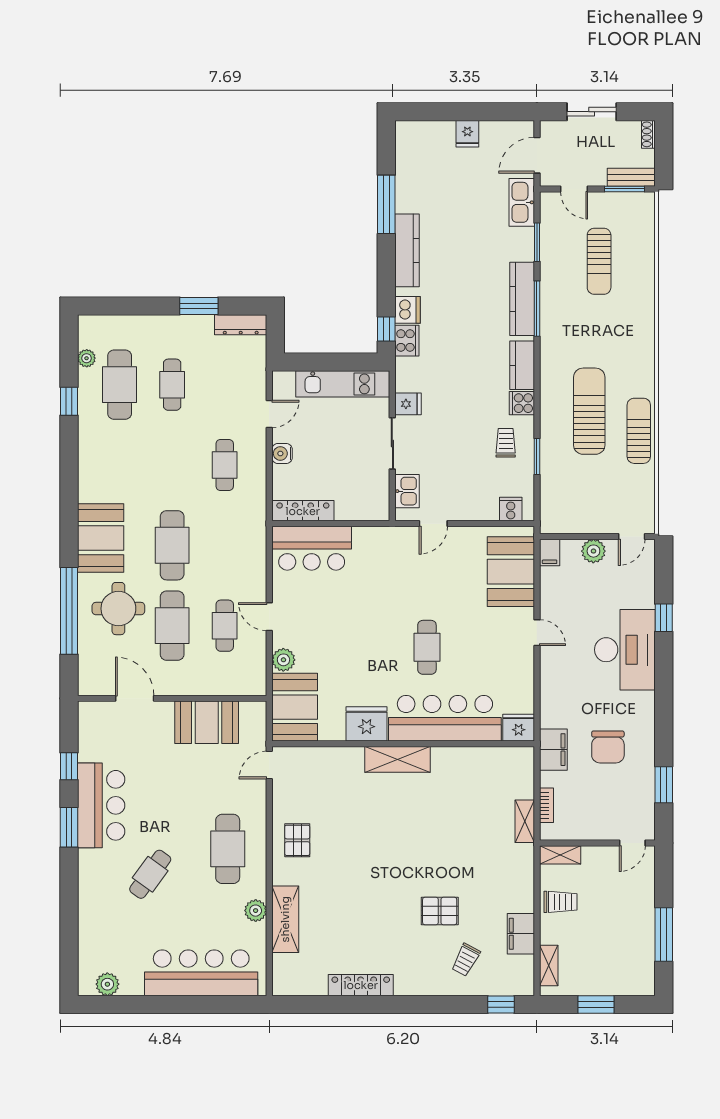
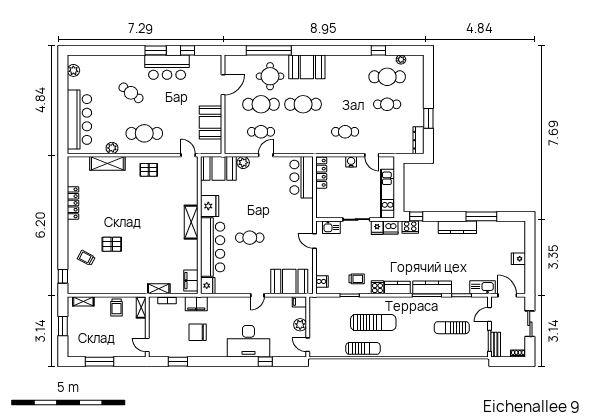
dishwasher: (408, 310) -> (391, 227), moved
pallet: (440, 911) -> (112, 244), turned 90
filing cabinet: (521, 934) -> (191, 281), moved, turned -90

